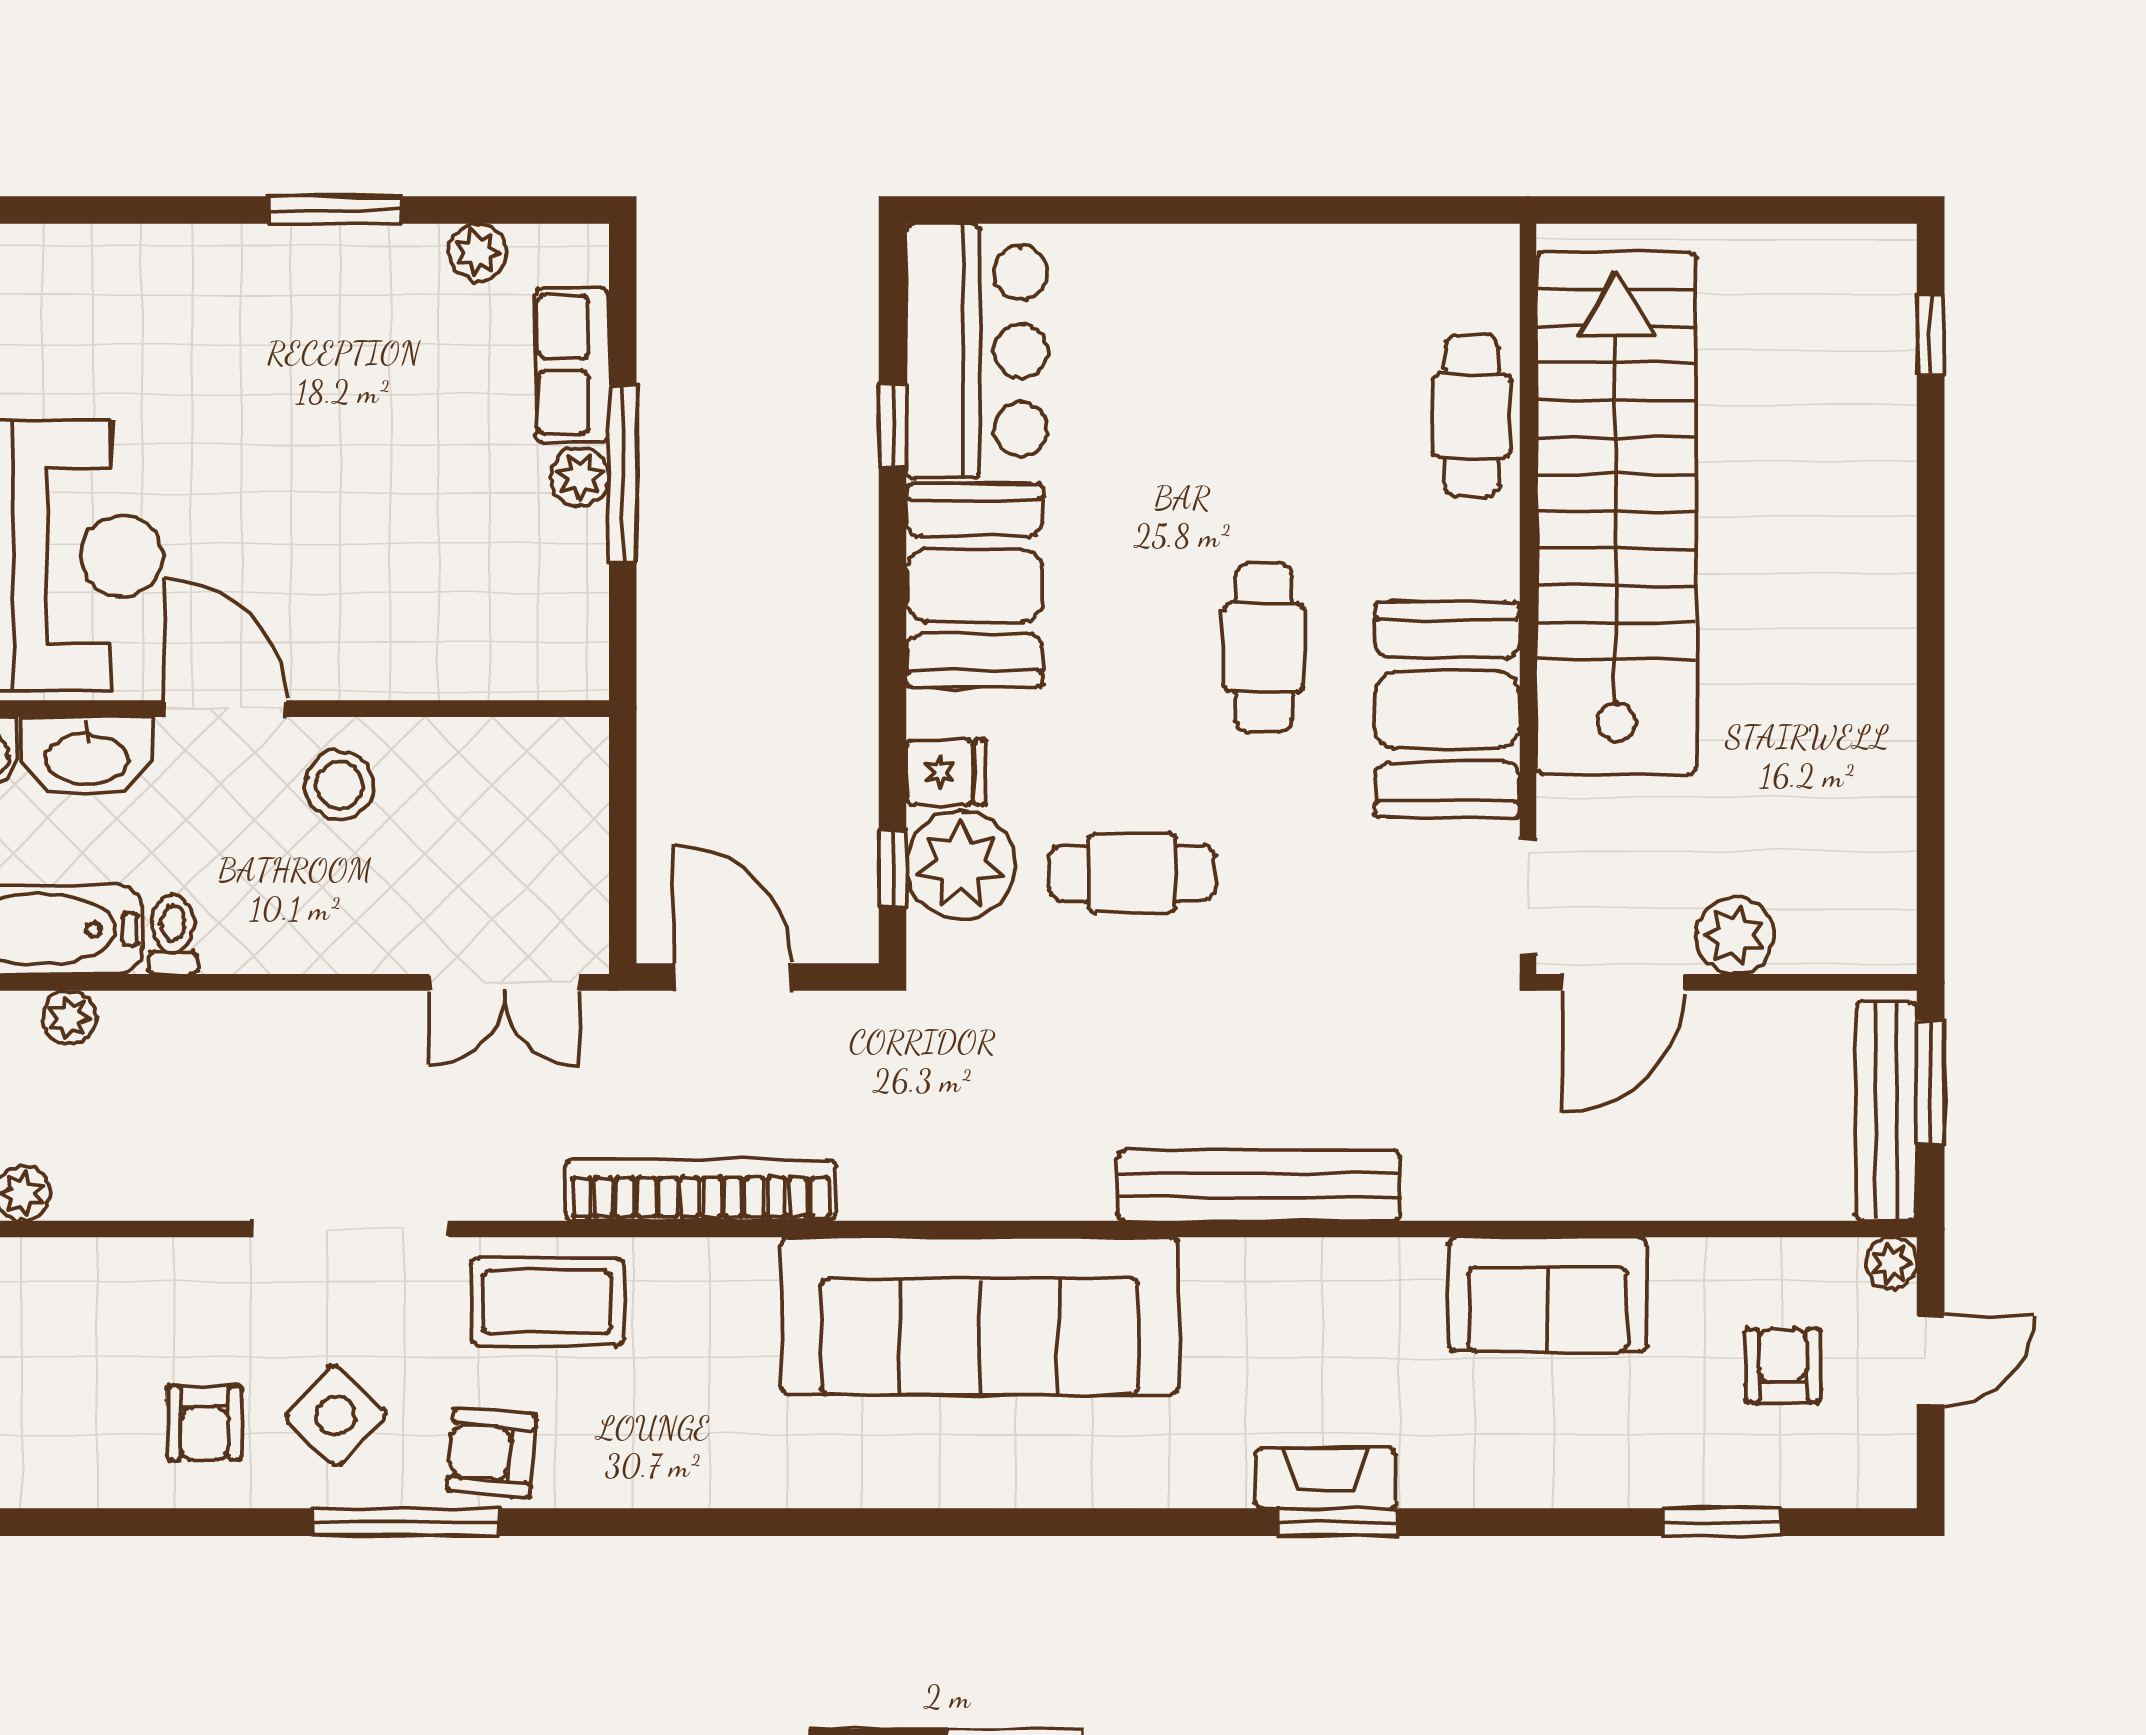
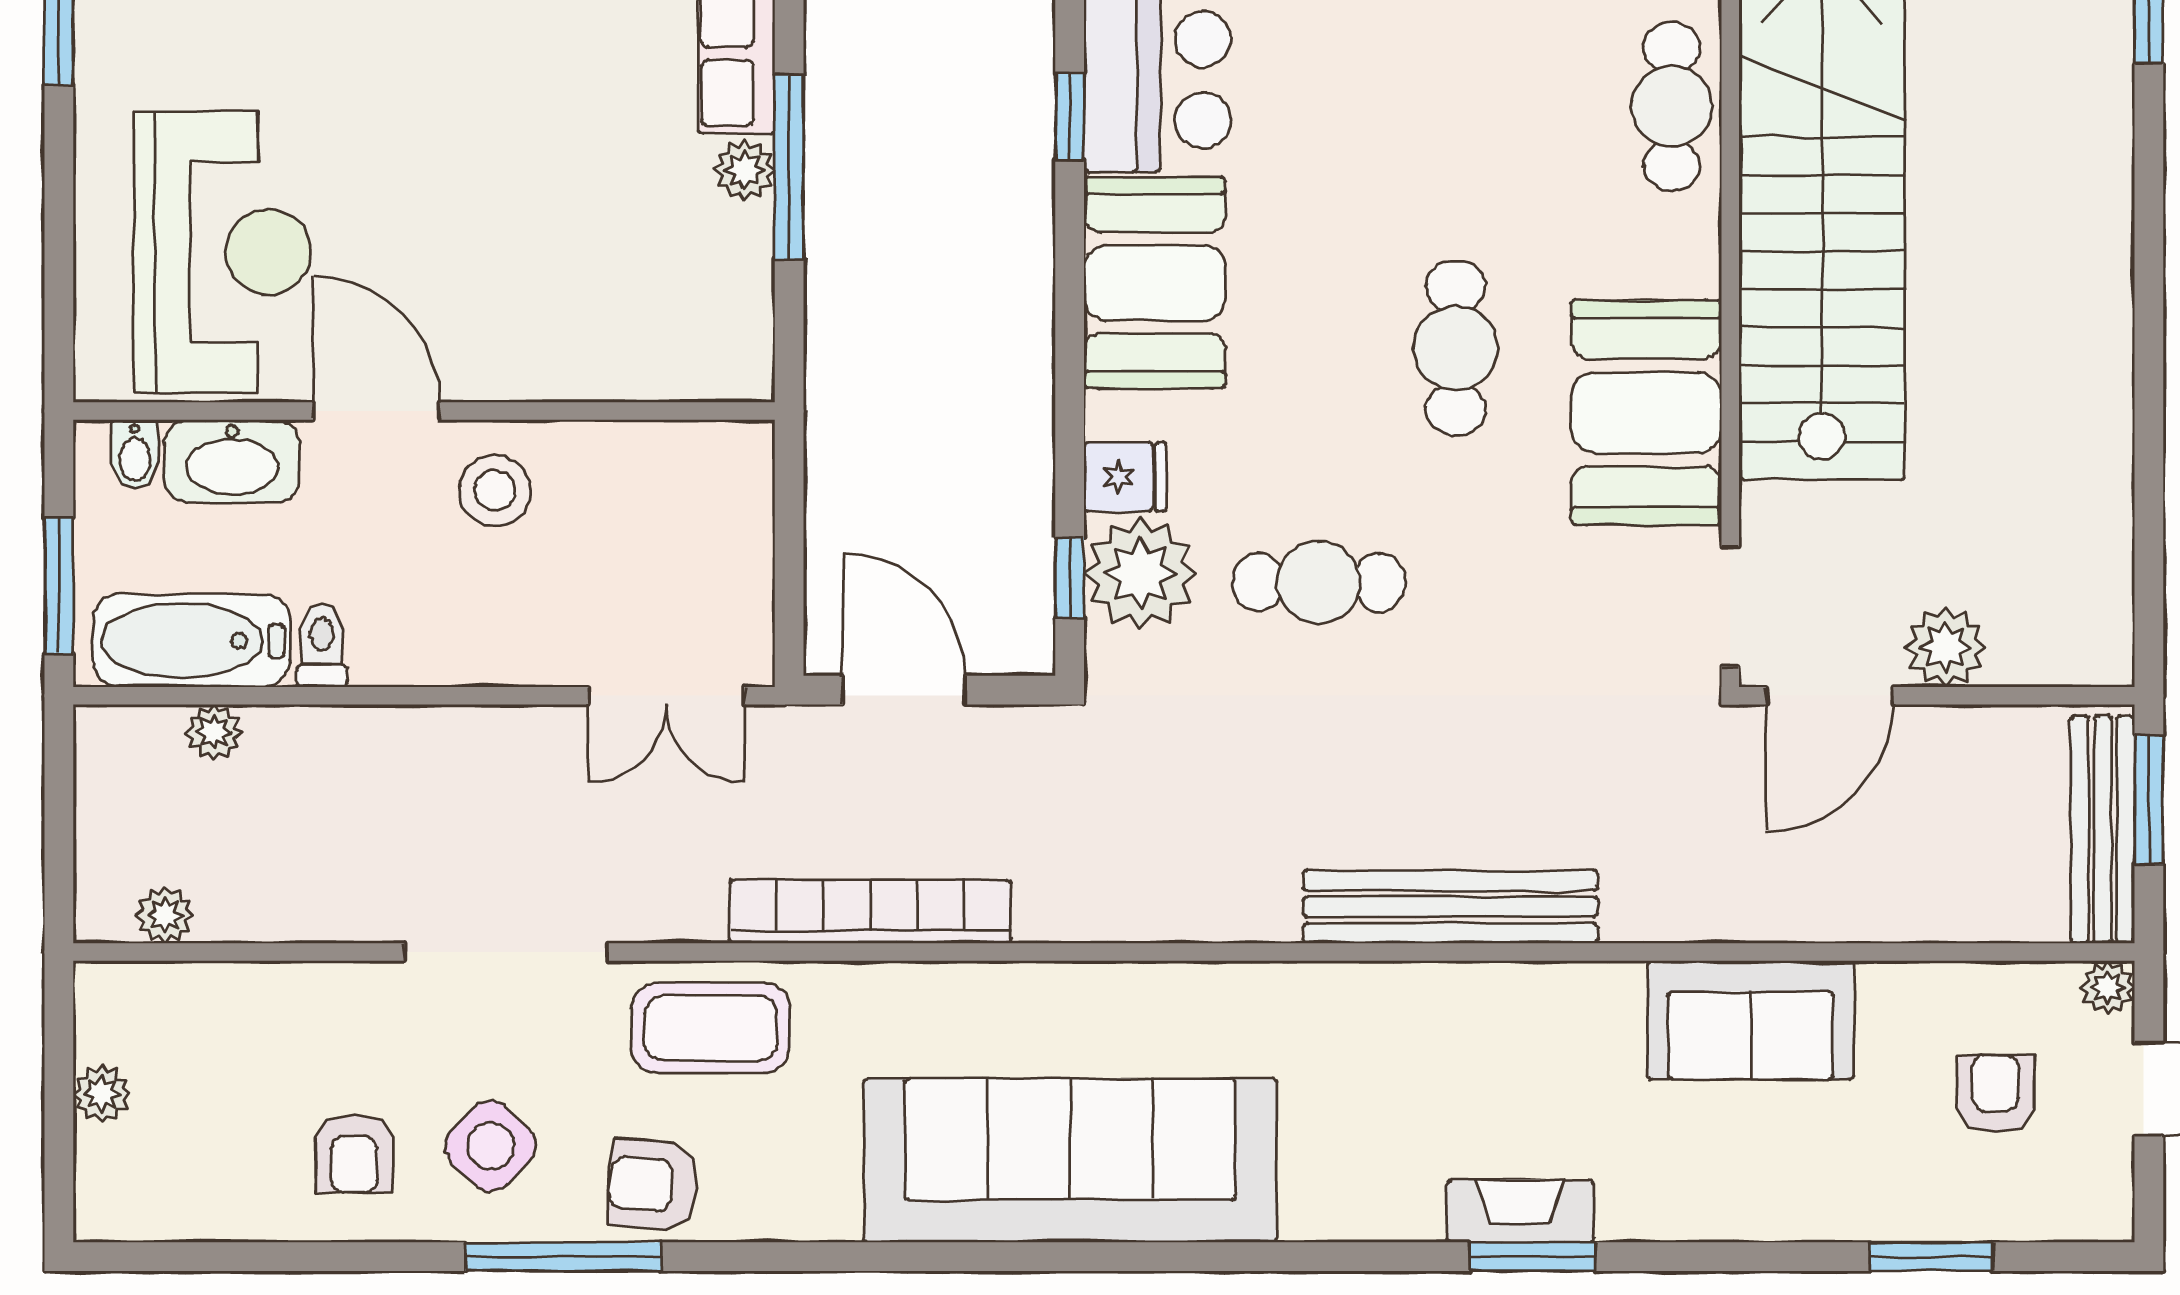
sofa: (980, 1316) -> (1070, 1160), moved, turned 180

